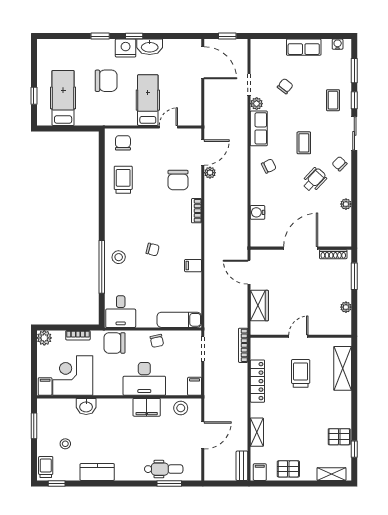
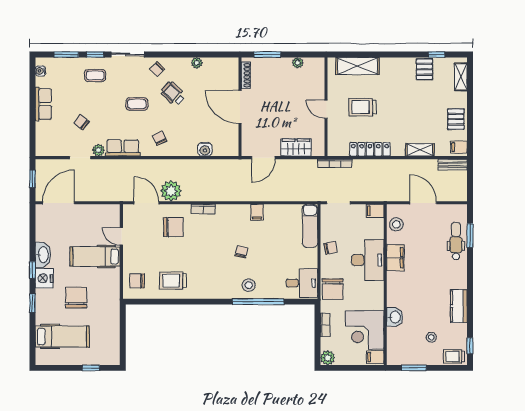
hospital bed: (63, 98) -> (62, 337), moved, turned 180
plant: (210, 173) -> (171, 191), width x1.88, depth x1.88

